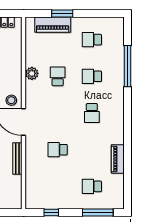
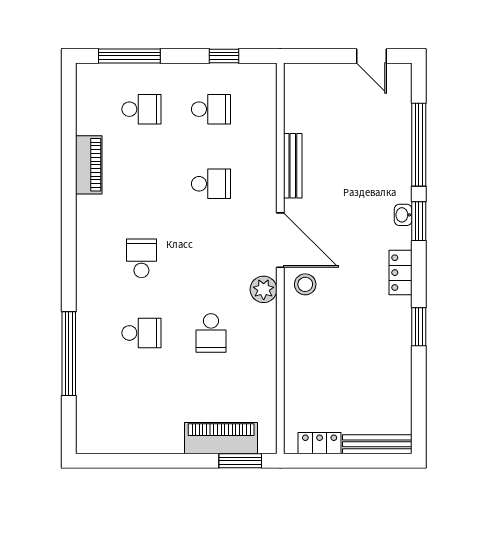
window: (62, 13) -> (240, 461), moved
school desk: (92, 40) -> (211, 109), moved
plant: (32, 73) -> (264, 289), moved

